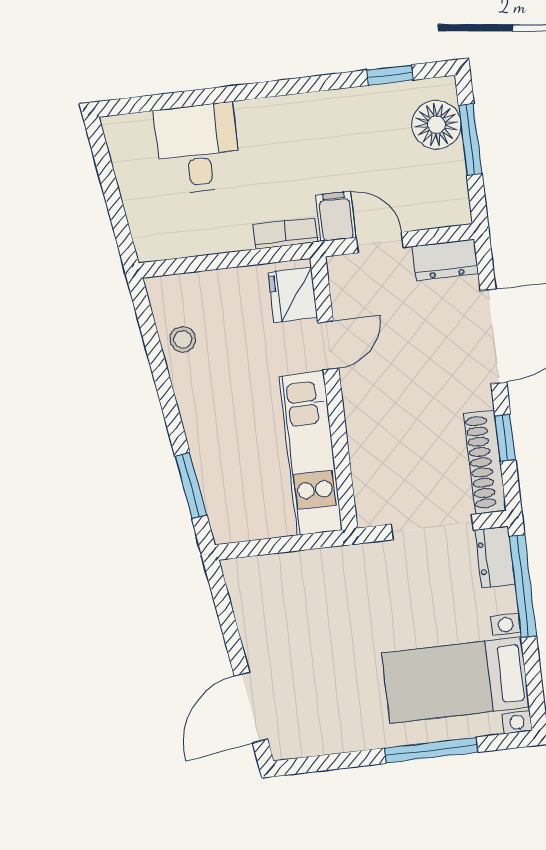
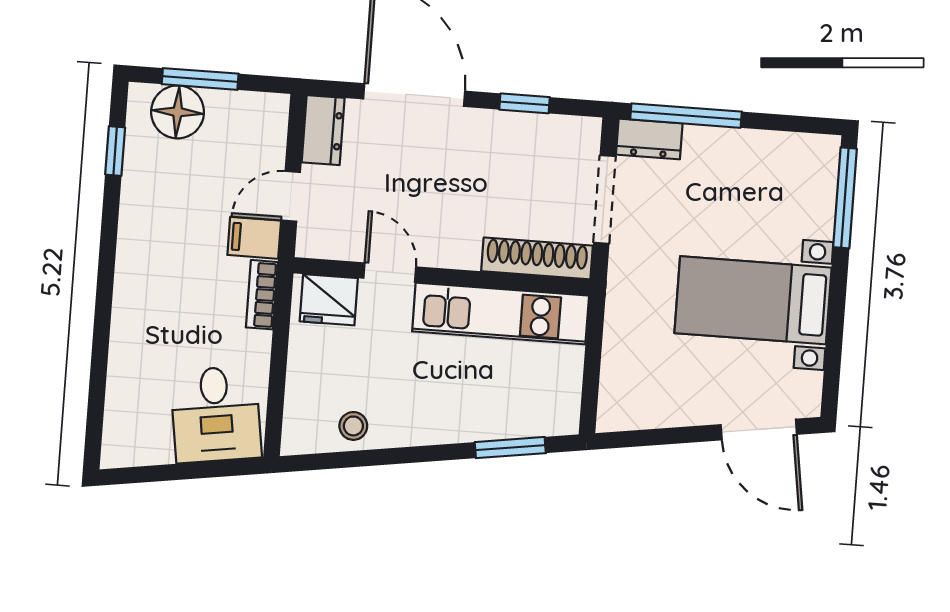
desk: (198, 148) -> (216, 414), moved, turned -98
shoe rack: (485, 462) -> (537, 258), moved, turned 180
bed with nightstands: (456, 680) -> (753, 300), moved, turned 90
window: (431, 750) -> (845, 198), moved

